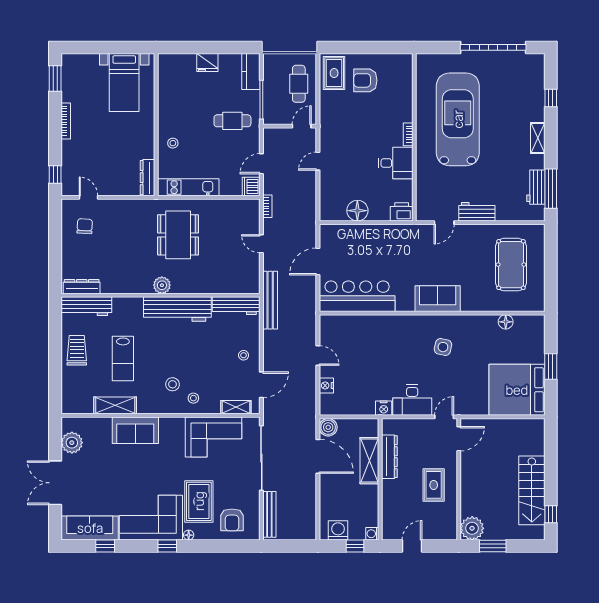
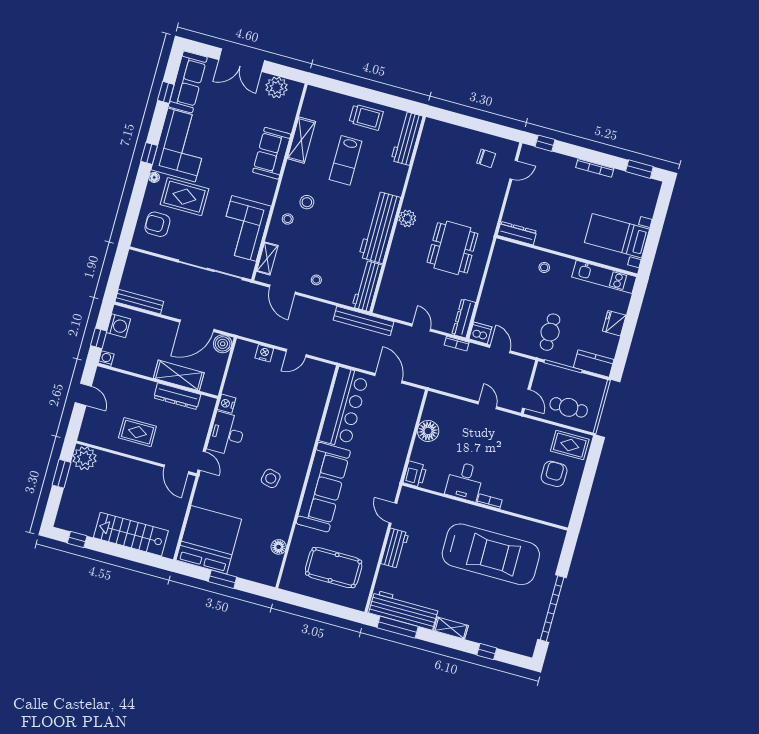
kitchen unit: (188, 187) -> (604, 277), moved, turned 90
workbench: (536, 187) -> (404, 610), width x1.88, depth x1.32
dining table: (178, 235) -> (452, 248), turned 90
door: (261, 244) -> (421, 328), hinge flipped
dresser: (82, 287) -> (464, 318), moved, turned 180
sofa: (438, 299) -> (323, 487), width x1.85, depth x1.27
lab bench: (123, 358) -> (346, 160), turned -90
double door: (55, 483) -> (242, 60), swing flipped
stairs: (532, 490) -> (131, 534), moved
bench: (269, 514) -> (139, 302), moved

